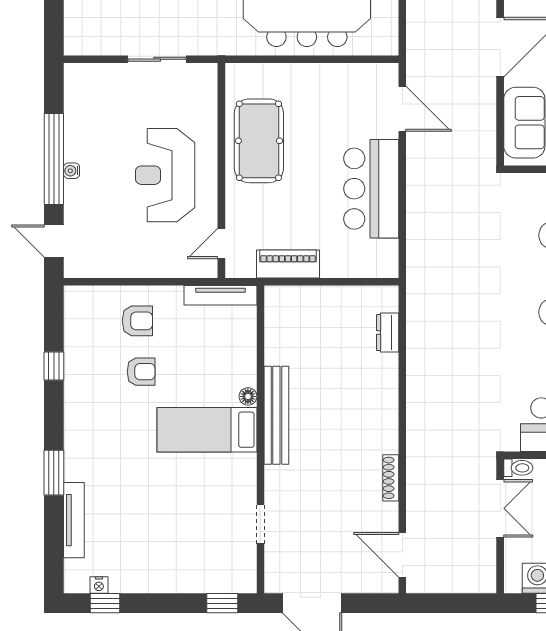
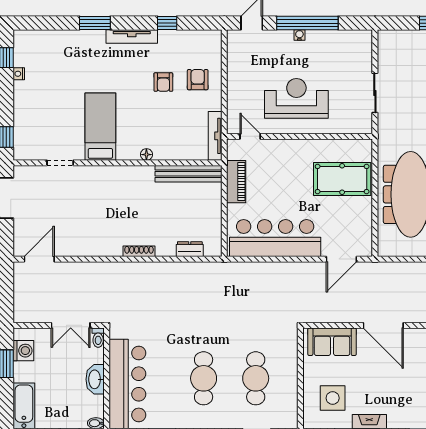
pool table: (259, 141) -> (342, 179), moved
bar counter: (371, 189) -> (275, 238), width x1.36
armchair: (137, 321) -> (198, 80), turned 180
bench: (276, 415) -> (188, 174), moved
bed: (207, 430) -> (100, 127), moved
shoe rack: (391, 478) -> (139, 251), moved
tv unit: (74, 520) -> (132, 37), moved
nightstand: (99, 585) -> (19, 74), moved

